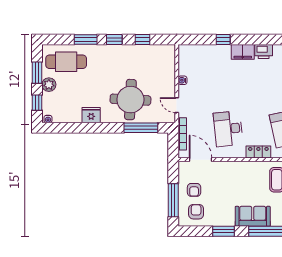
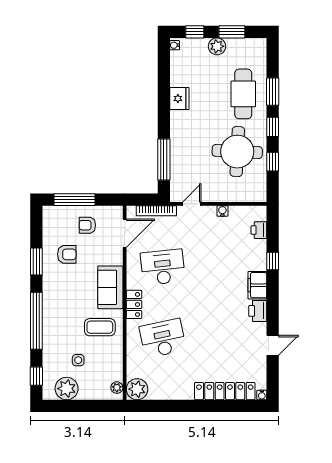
printer: (198, 51) -> (259, 230), added
cafe table: (66, 62) -> (243, 94), moved
round table: (130, 100) -> (237, 152), moved
armchair: (196, 212) -> (67, 254), moved
sofa: (253, 216) -> (110, 287), moved, turned 180

